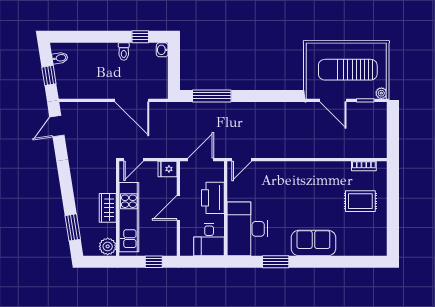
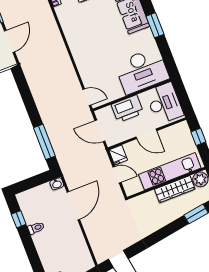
washbasin: (162, 50) -> (57, 184), moved
door: (134, 160) -> (117, 175), moved
wardrobe: (108, 208) -> (175, 189), width x1.50
desk: (209, 239) -> (164, 103), width x1.37
window: (276, 262) -> (155, 25), moved

